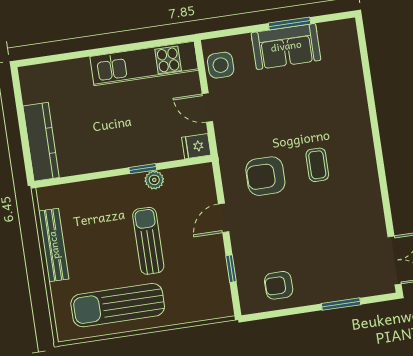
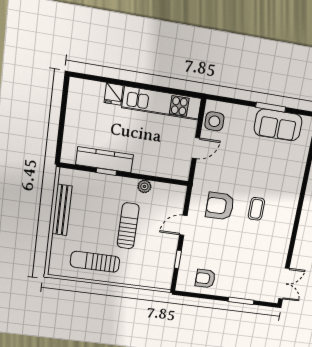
sofa: (286, 46) -> (278, 125), moved
door: (207, 108) -> (196, 148), swing flipped
kitchen counter: (41, 142) -> (105, 160), moved, turned -90
fridge: (196, 146) -> (114, 94), moved, turned -90
window: (143, 169) -> (106, 172), moved
sun lounger: (118, 305) -> (95, 262), width x0.73, depth x0.75

